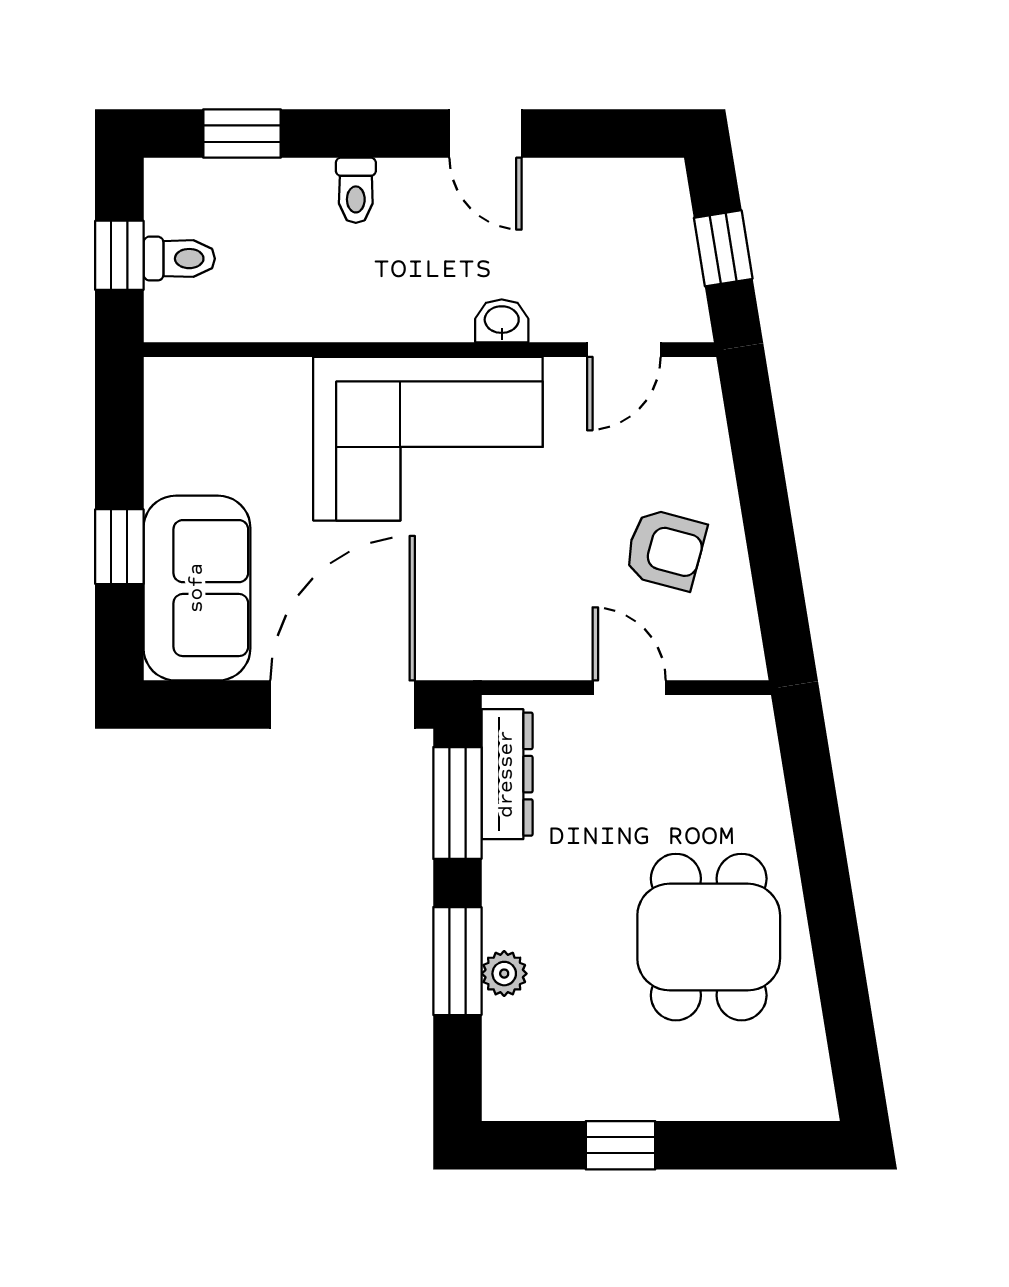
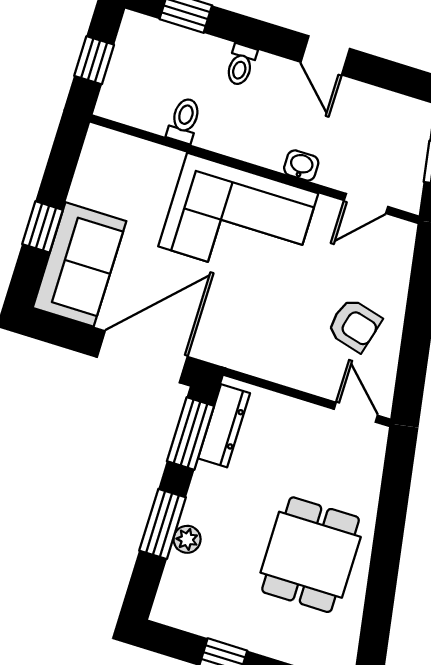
toilet: (179, 259) -> (184, 120), moved, turned -90
door: (629, 688) -> (356, 412), moved

